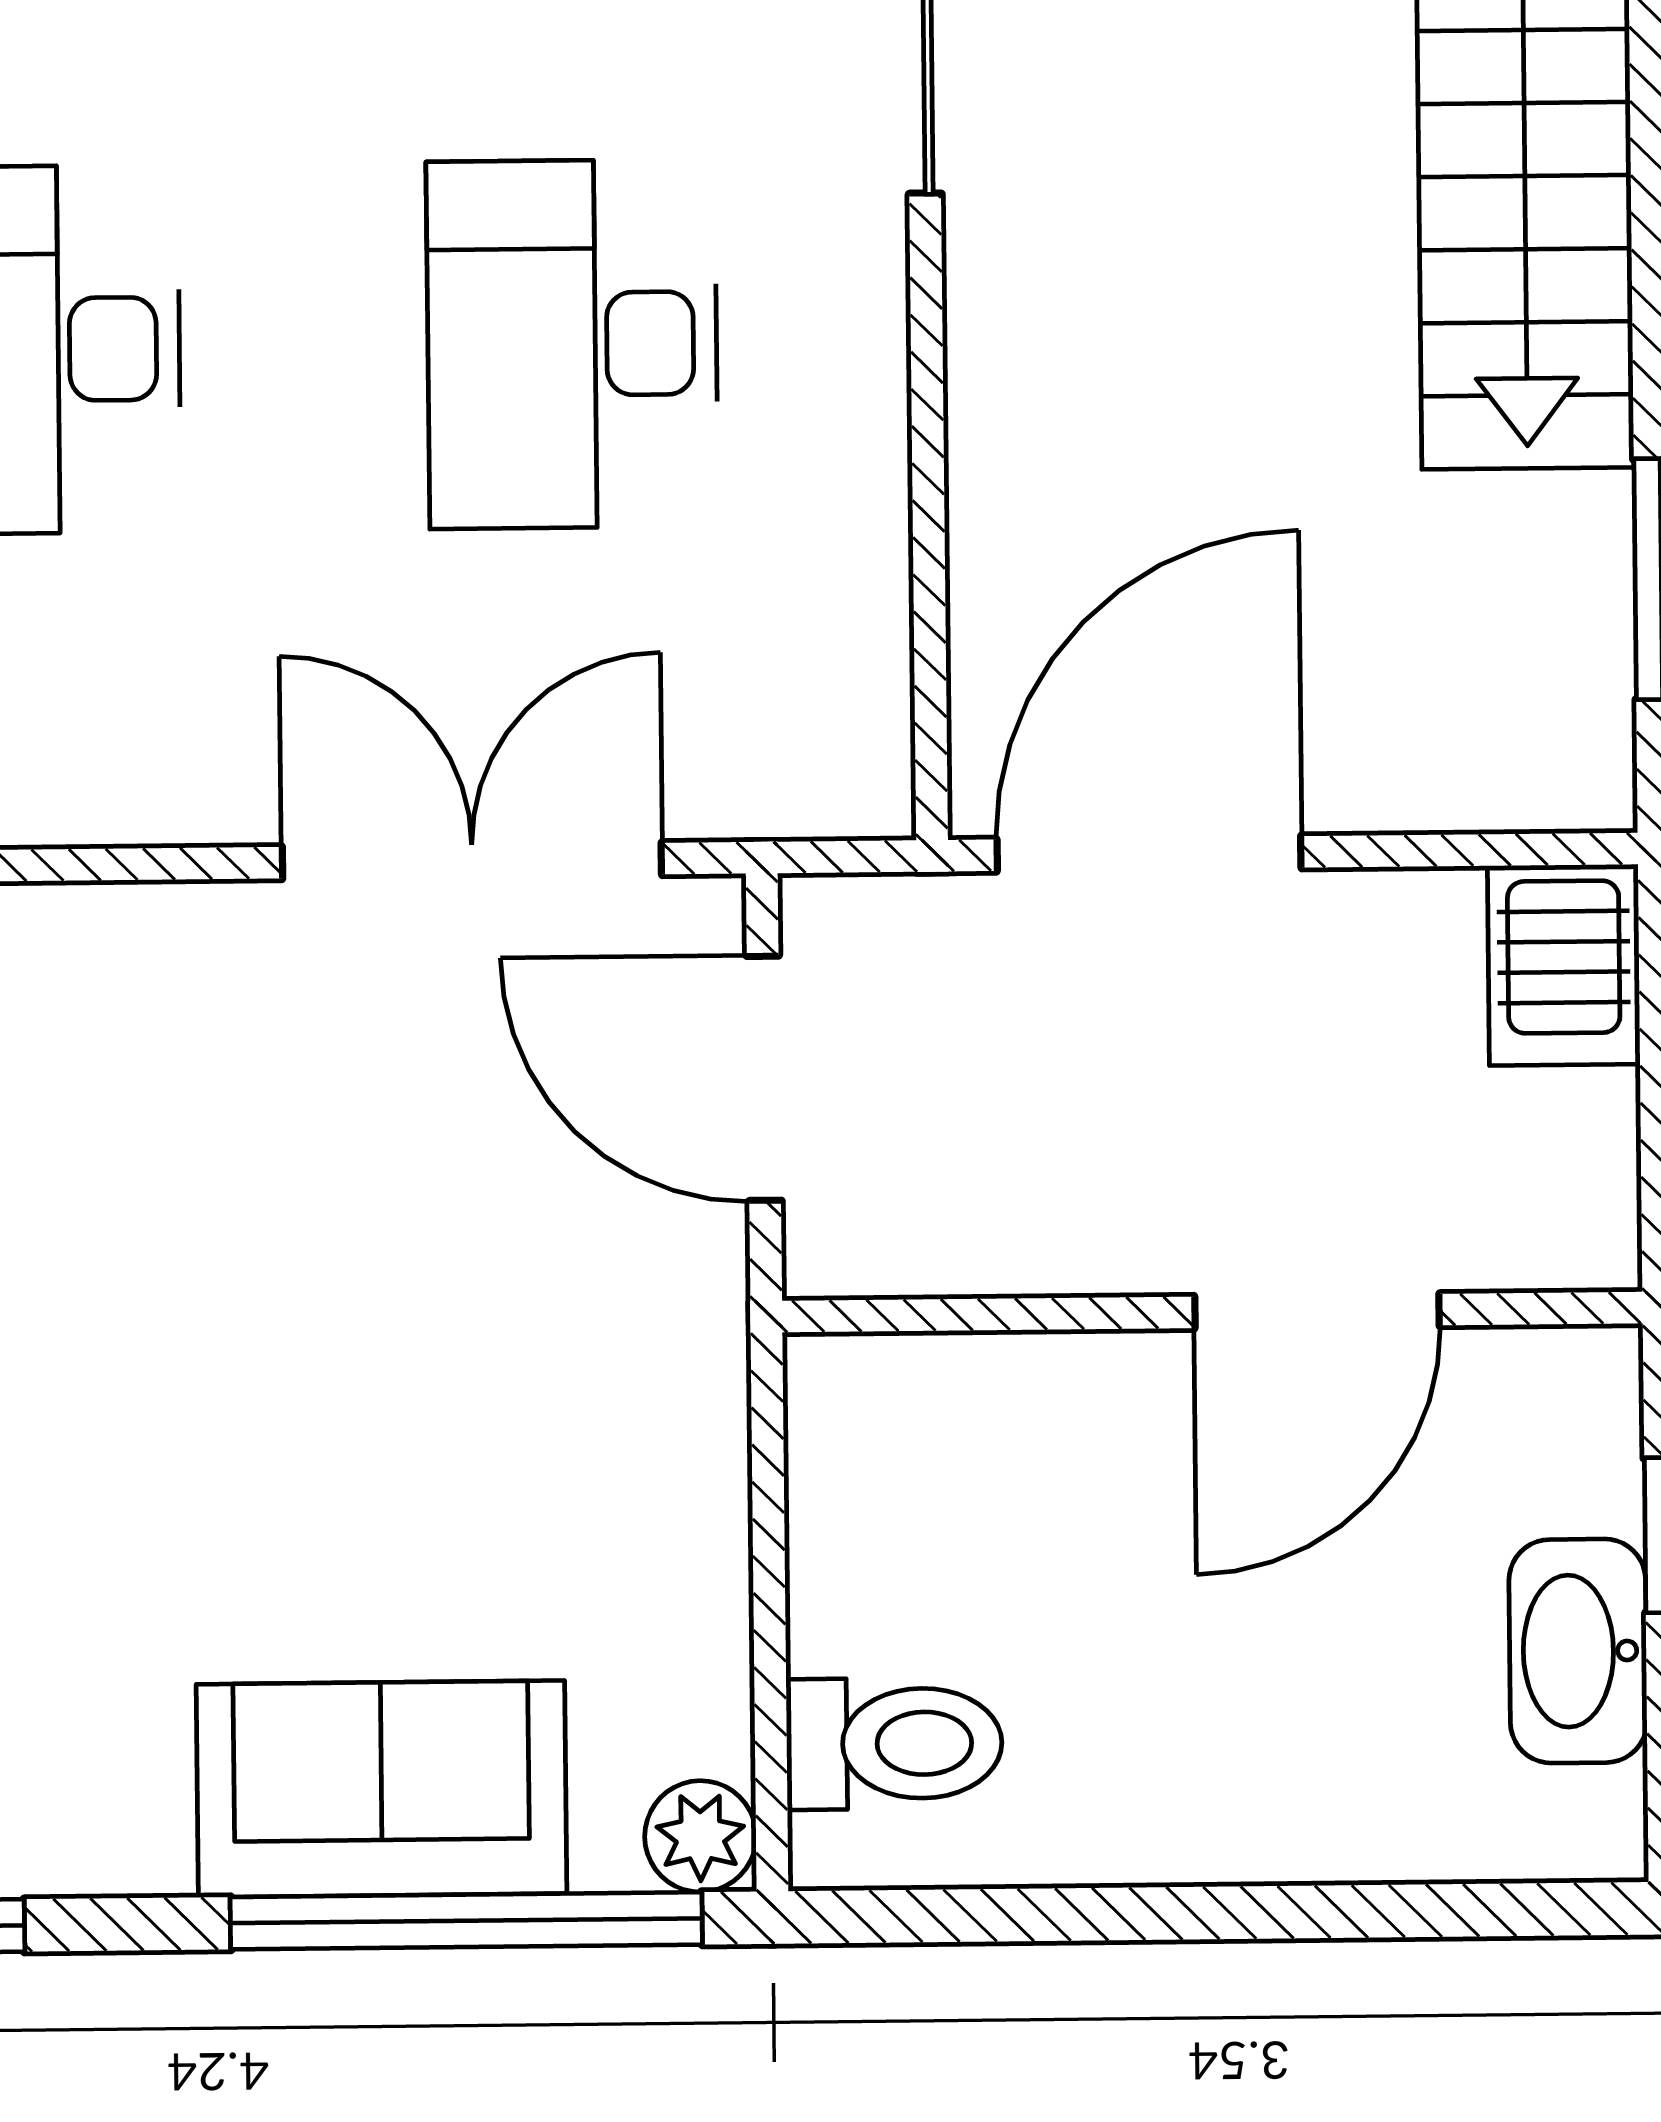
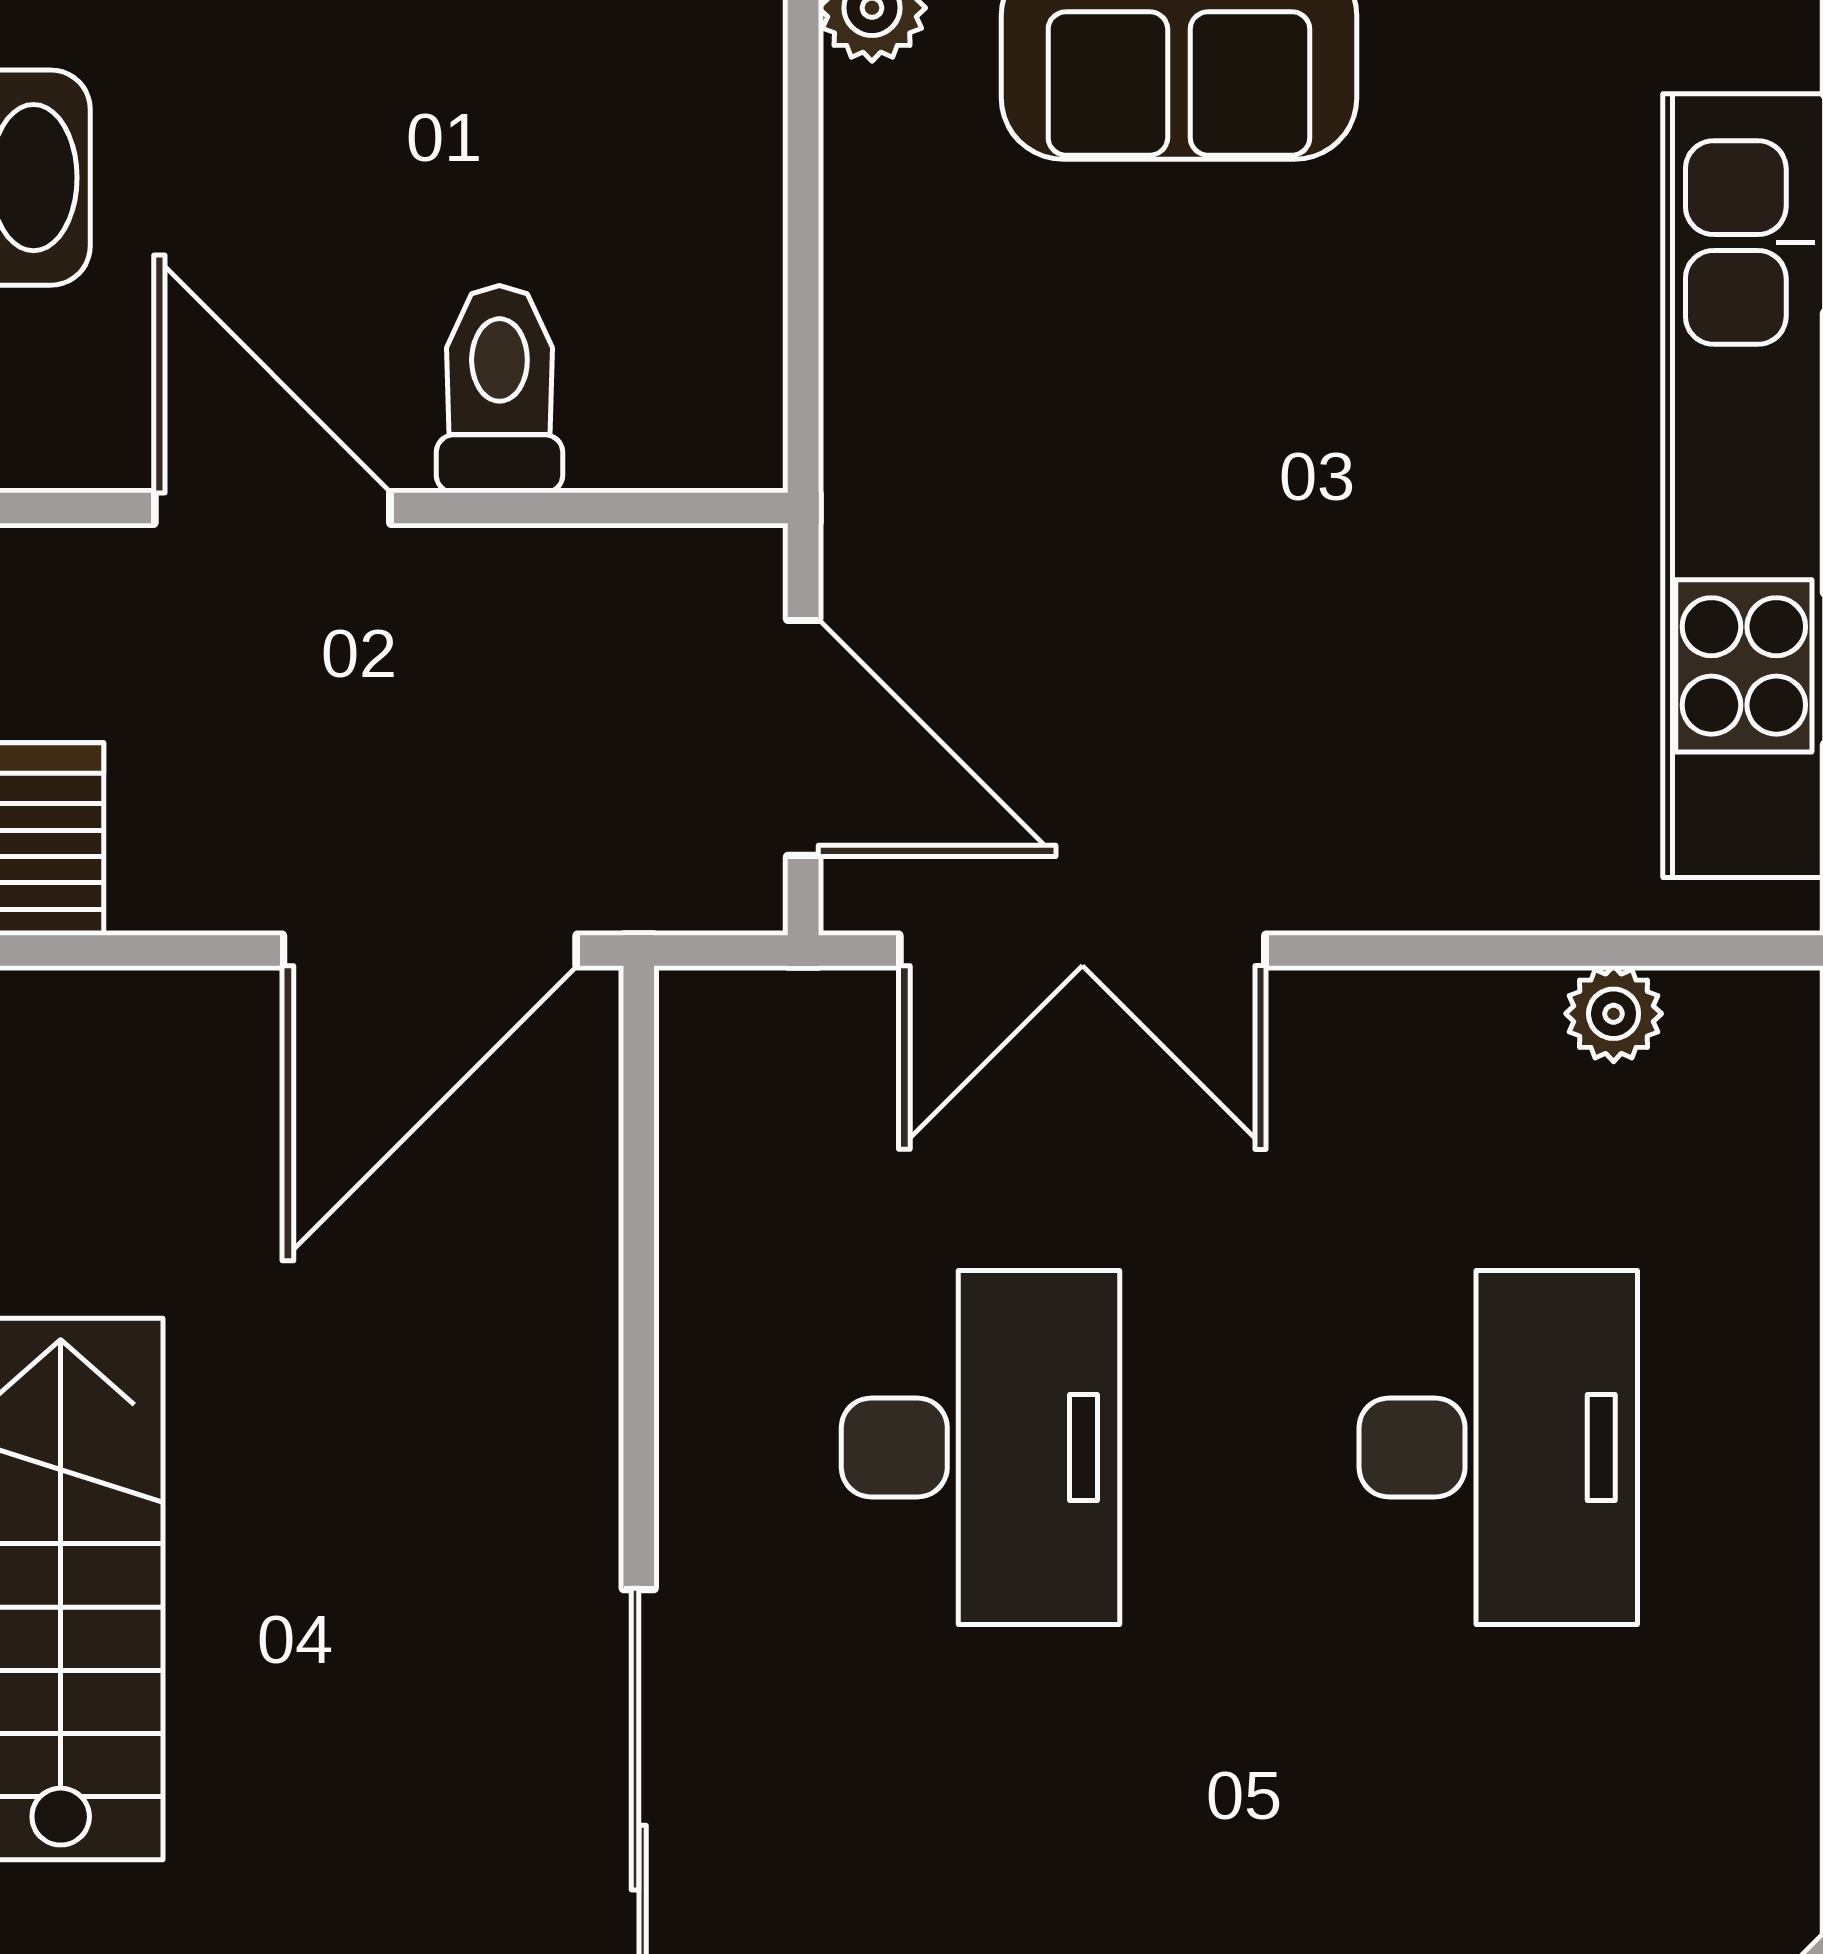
door: (1317, 1311) -> (272, 508), hinge flipped
toilet: (894, 1744) -> (499, 389), moved, turned 90

